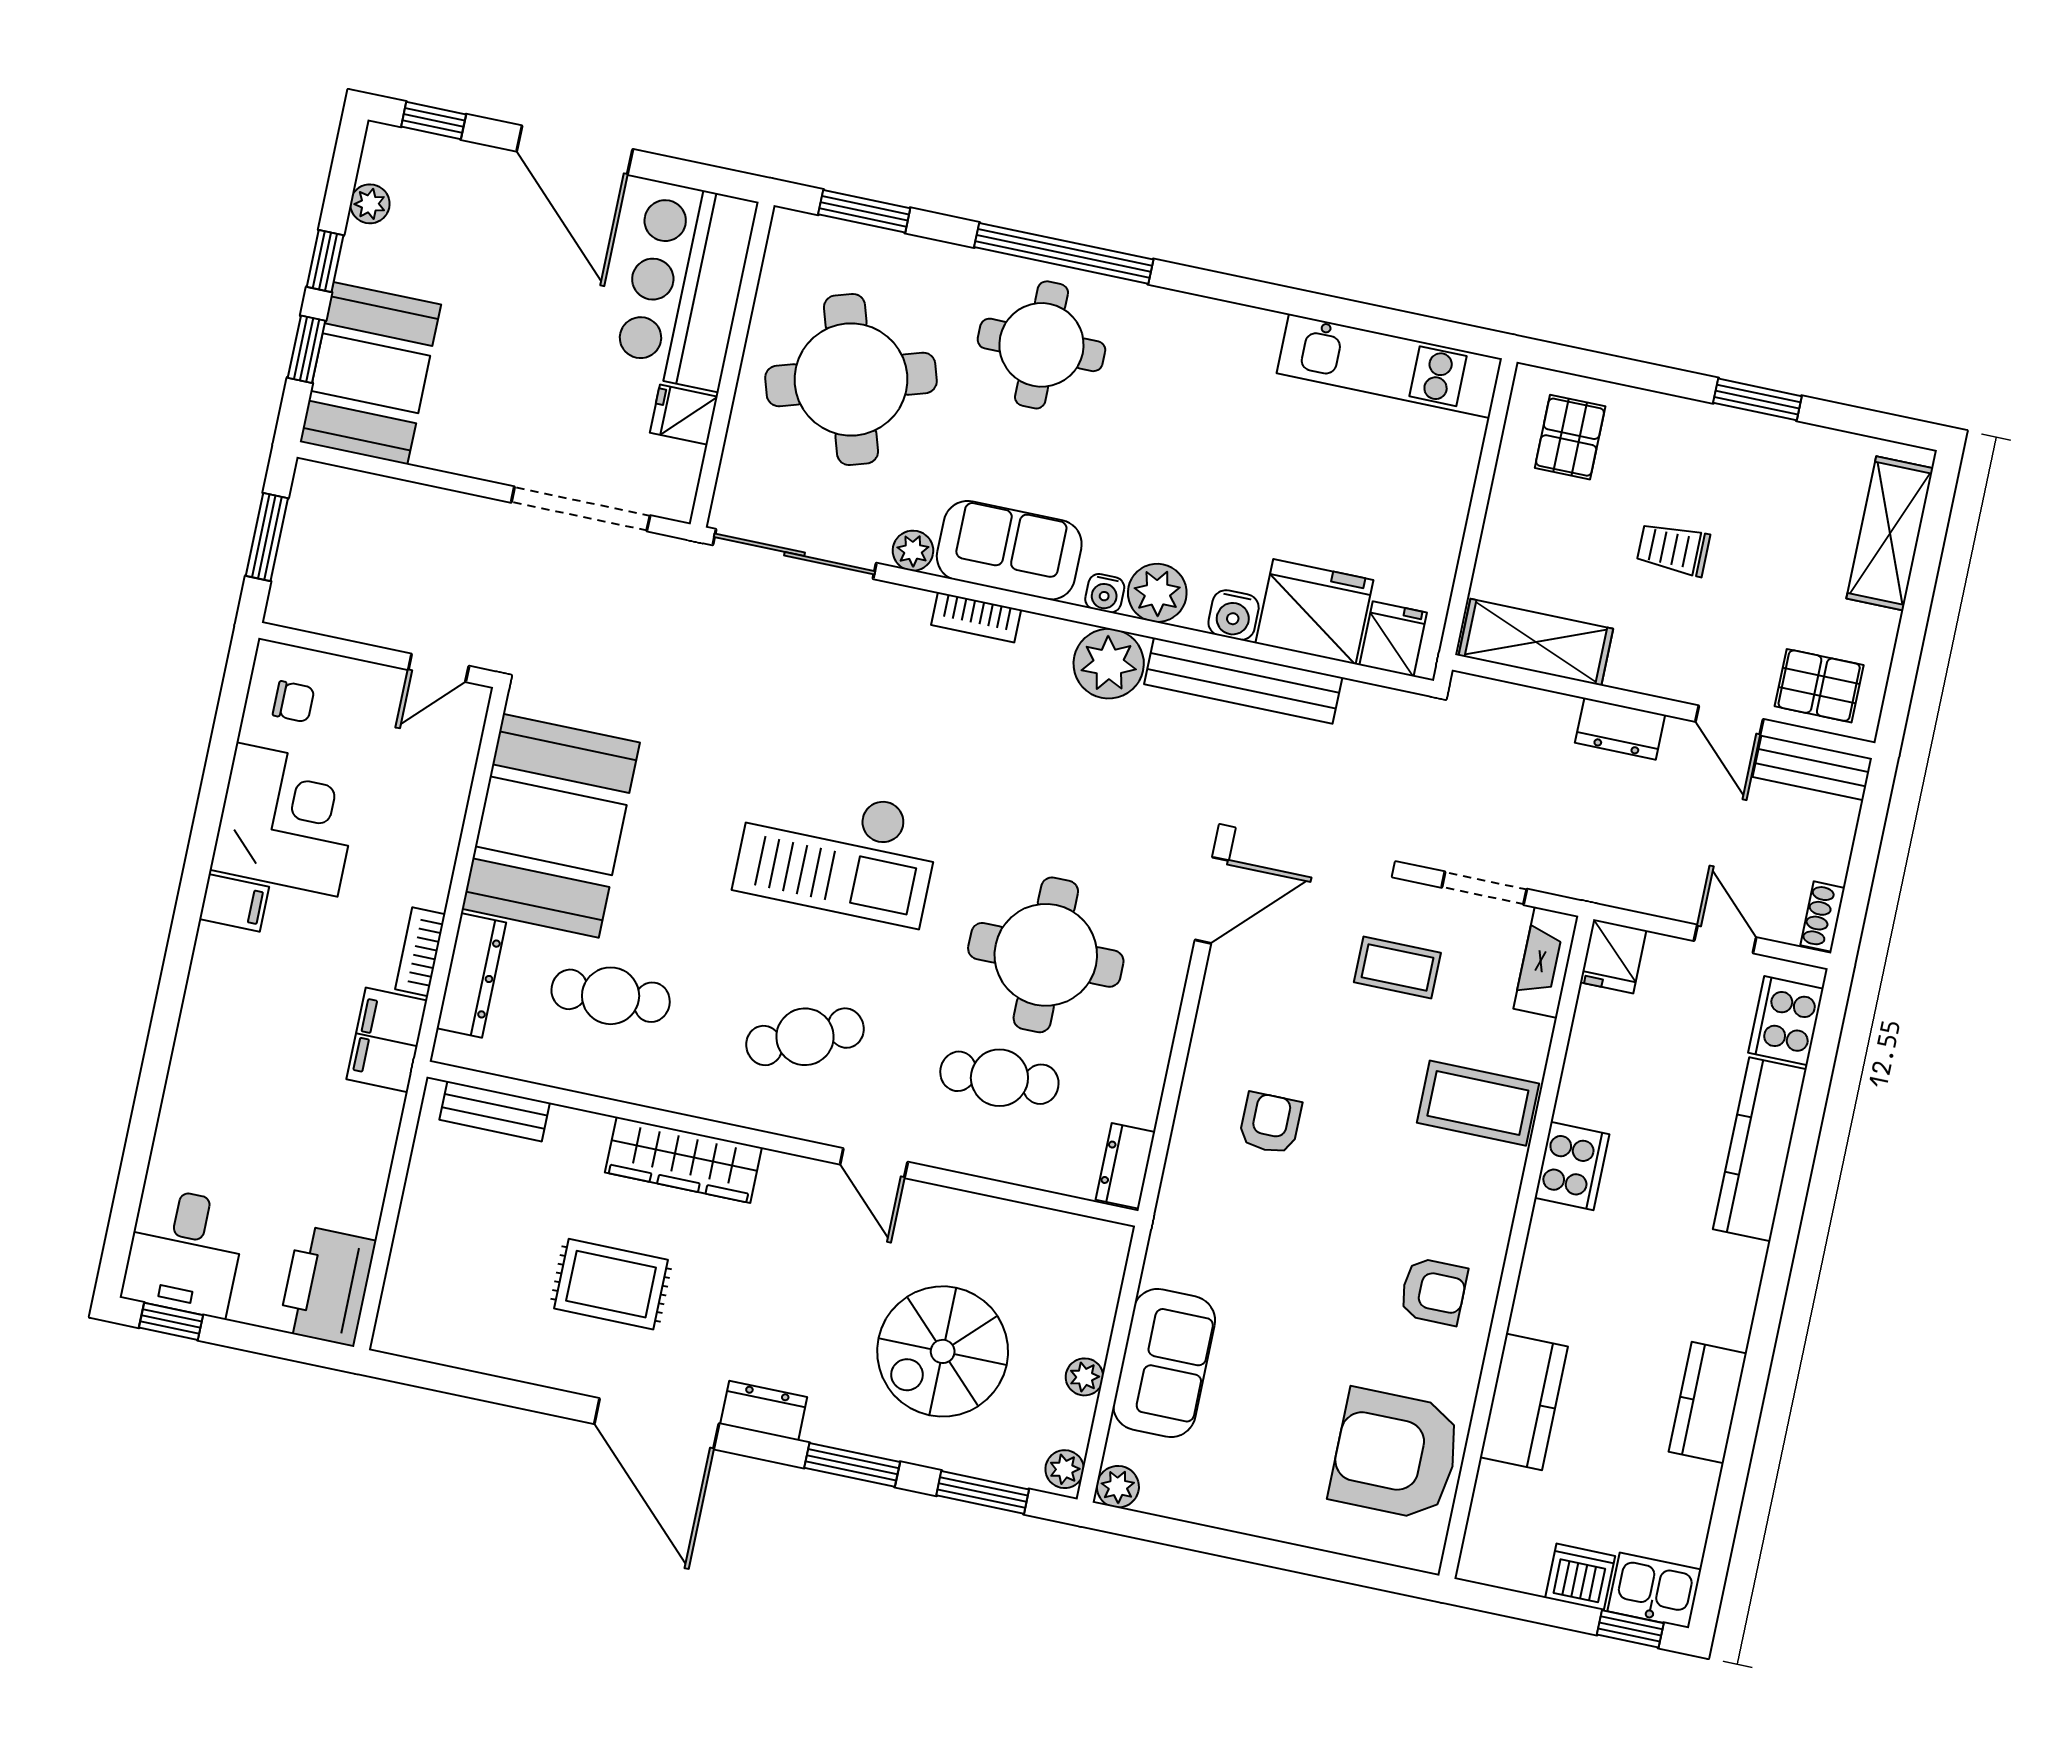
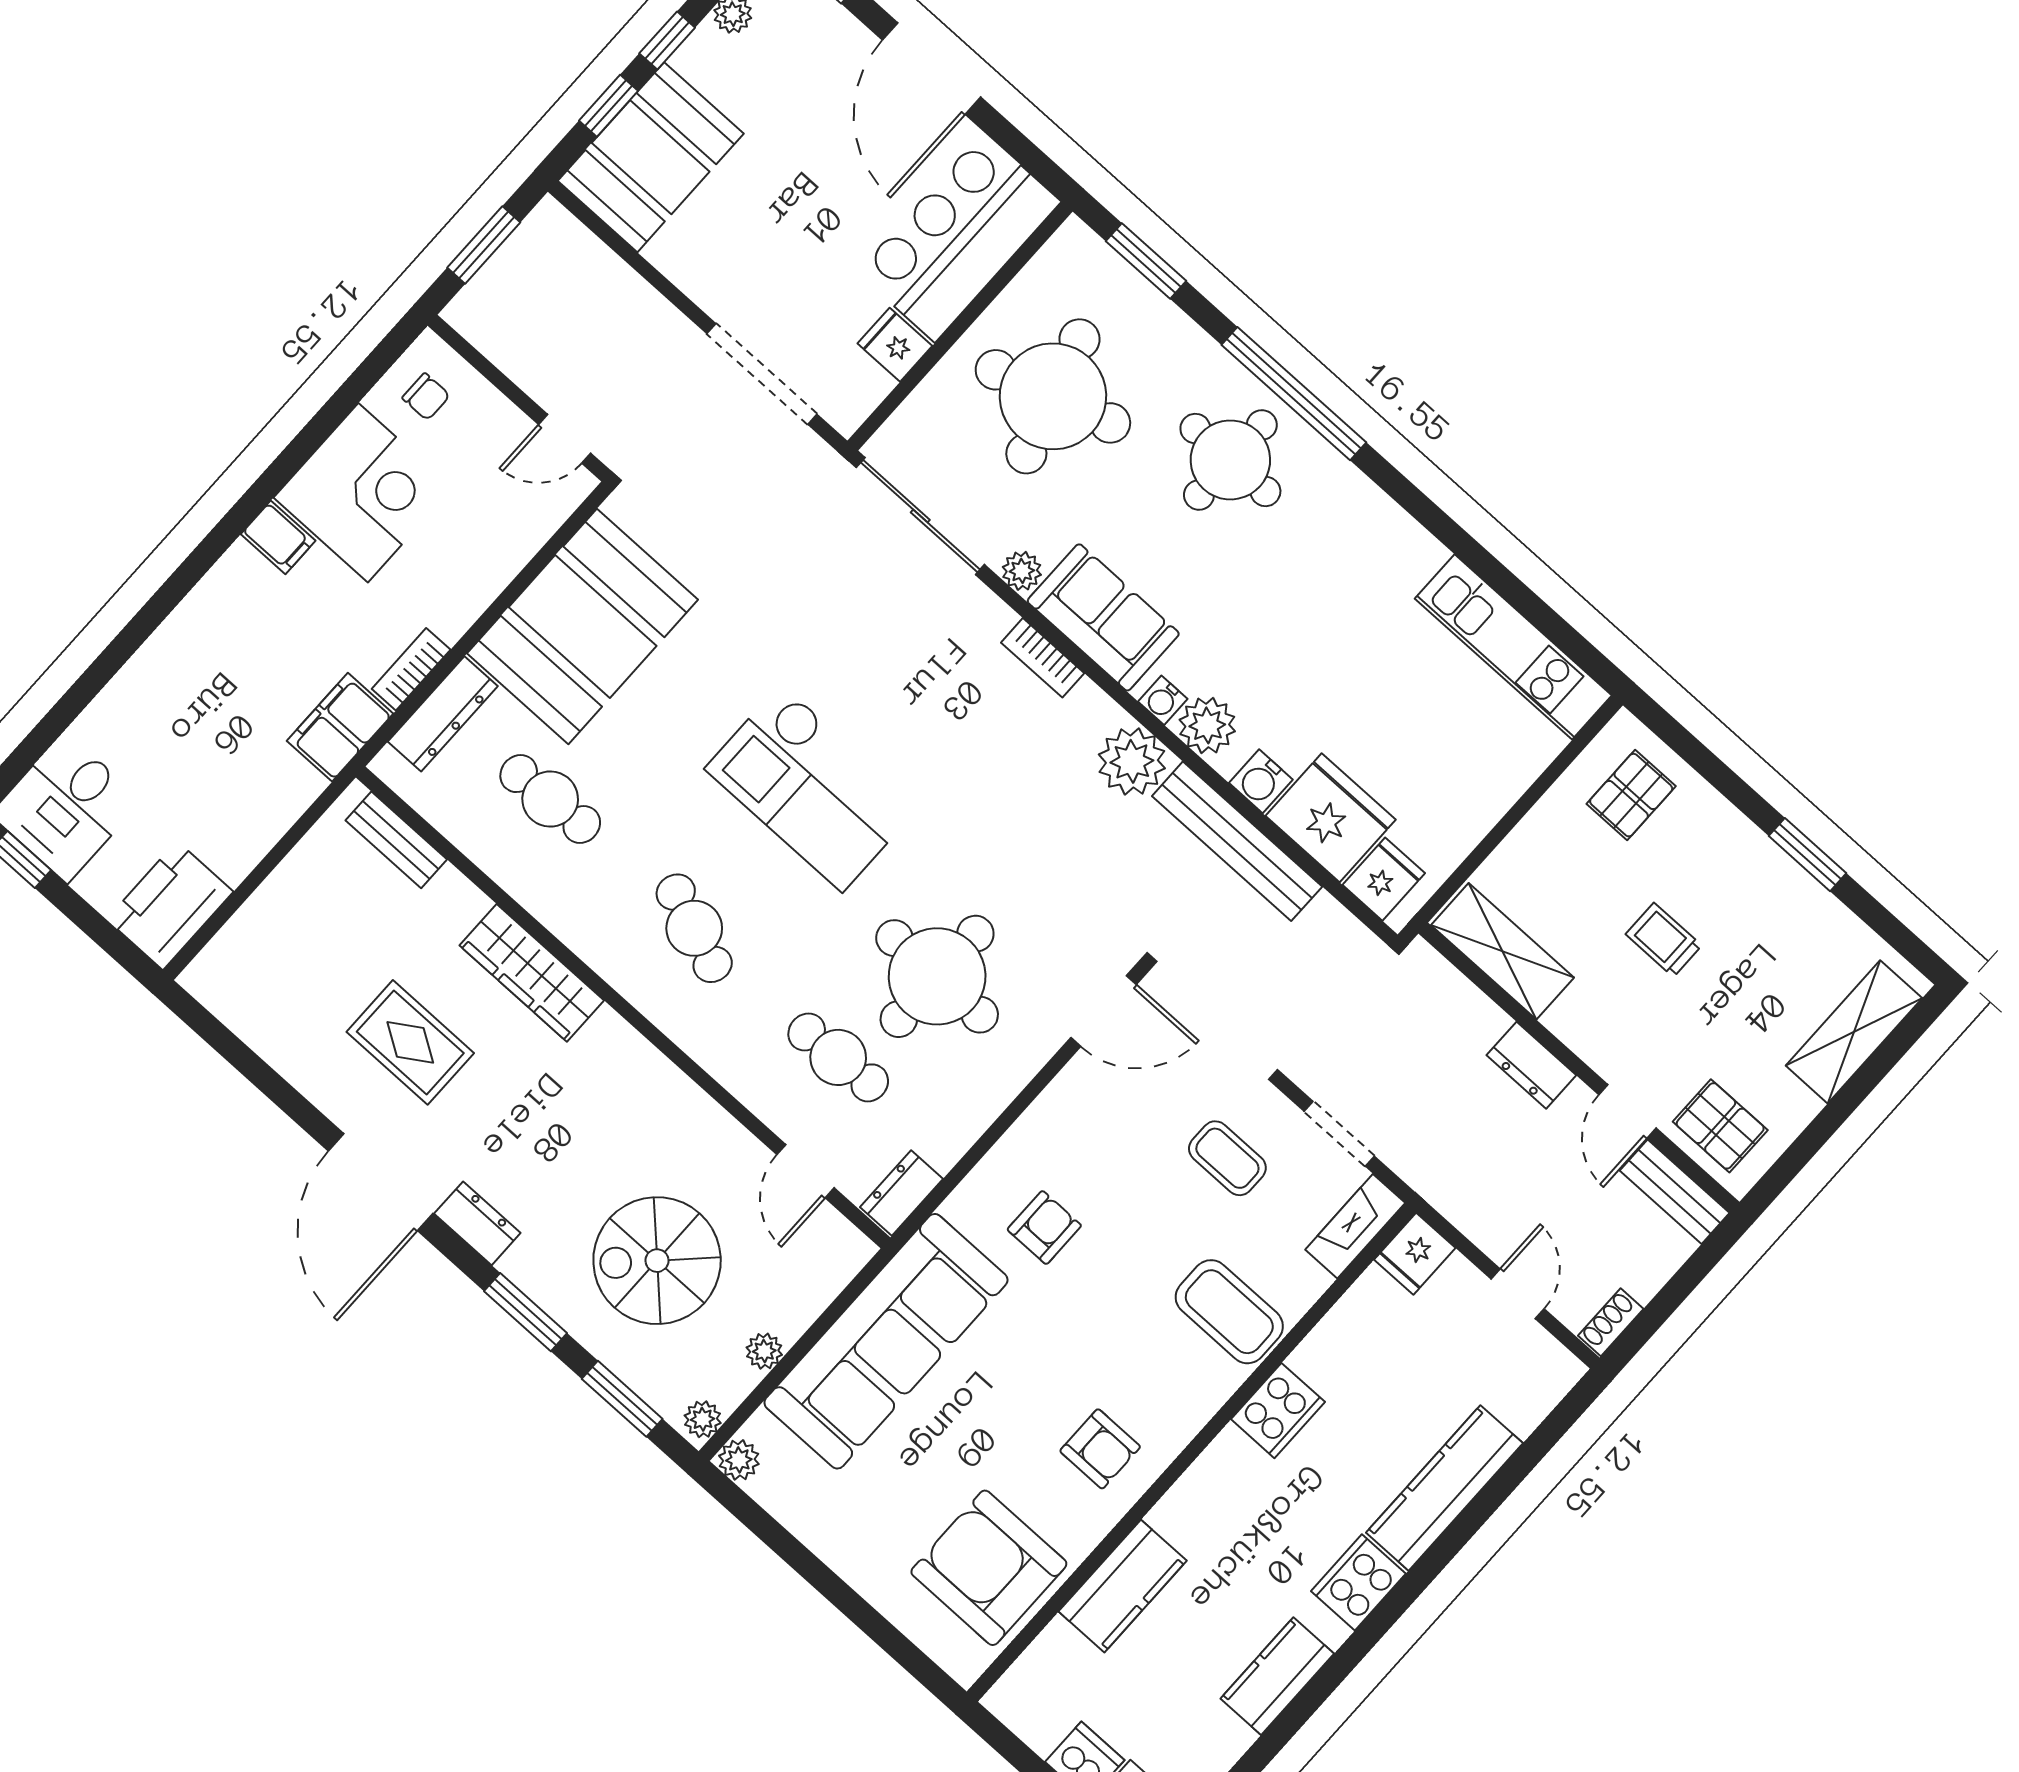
cooker: (1786, 1021) -> (1358, 1582), moved
cafe table: (805, 1037) -> (694, 928), turned 45
door: (874, 1163) -> (806, 1171), moved
sofa: (1164, 1363) -> (886, 1341), width x1.85, depth x1.27

